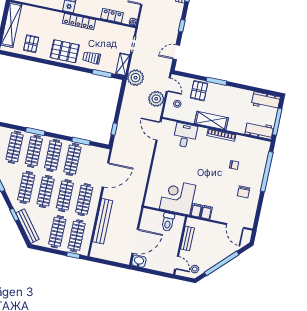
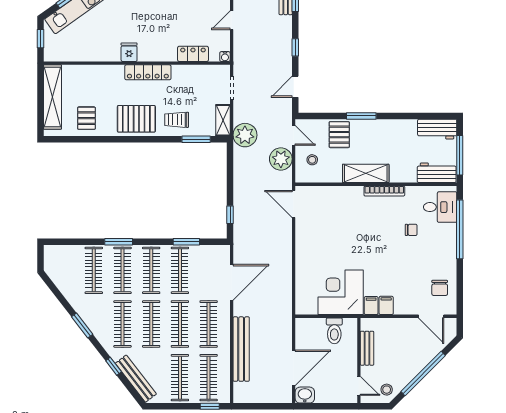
desk: (185, 135) -> (440, 207), moved, turned 90
chair: (244, 192) -> (440, 288), moved

